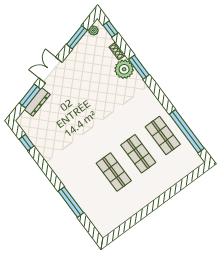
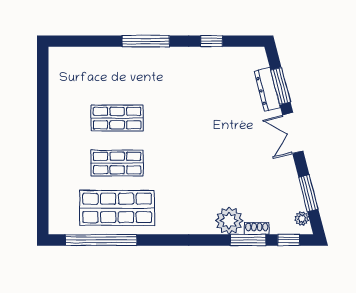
window: (139, 67) -> (248, 240), moved
double door: (51, 70) -> (293, 133), swing flipped
shop shelf: (163, 135) -> (117, 208), width x1.43, depth x1.36
window: (27, 143) -> (212, 41), moved
window: (71, 202) -> (146, 41), moved

